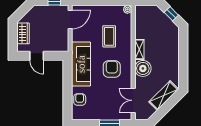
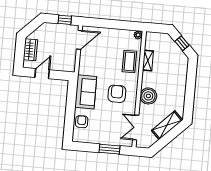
coffee table: (109, 36) -> (129, 61), moved
shelving: (139, 49) -> (148, 60), moved
door: (37, 56) -> (42, 74), swing flipped
sofa: (81, 64) -> (86, 92), width x0.73

